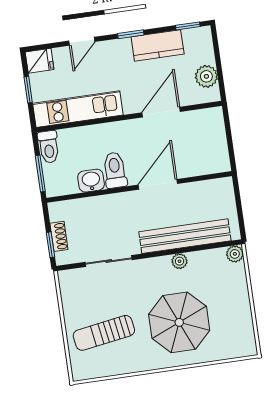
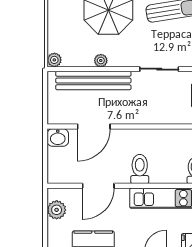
toilet: (115, 170) -> (140, 169), moved, turned 180
washbasin: (91, 181) -> (58, 138), moved
door: (158, 184) -> (94, 127), moved

